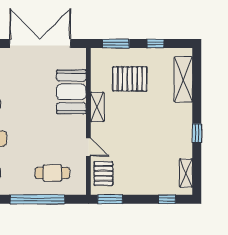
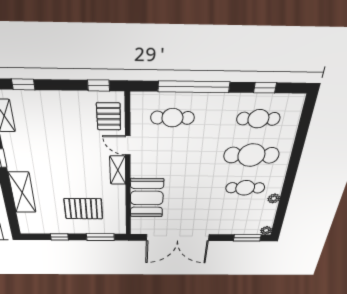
shelving: (183, 79) -> (22, 193), moved
shelving: (97, 107) -> (118, 170), moved
window: (110, 199) -> (99, 85), width x0.67

